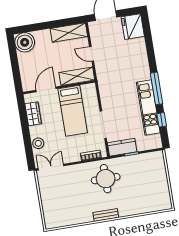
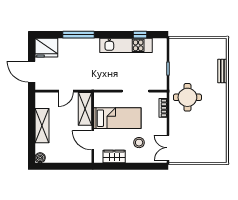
shelving: (69, 32) -> (42, 126), moved
boiler: (25, 42) -> (40, 158), width x0.54, depth x0.54
window: (156, 88) -> (78, 35), moved
stool: (38, 143) -> (139, 143), moved
kitchen counter: (122, 147) -> (160, 77), removed
bench: (106, 215) -> (222, 71), moved

